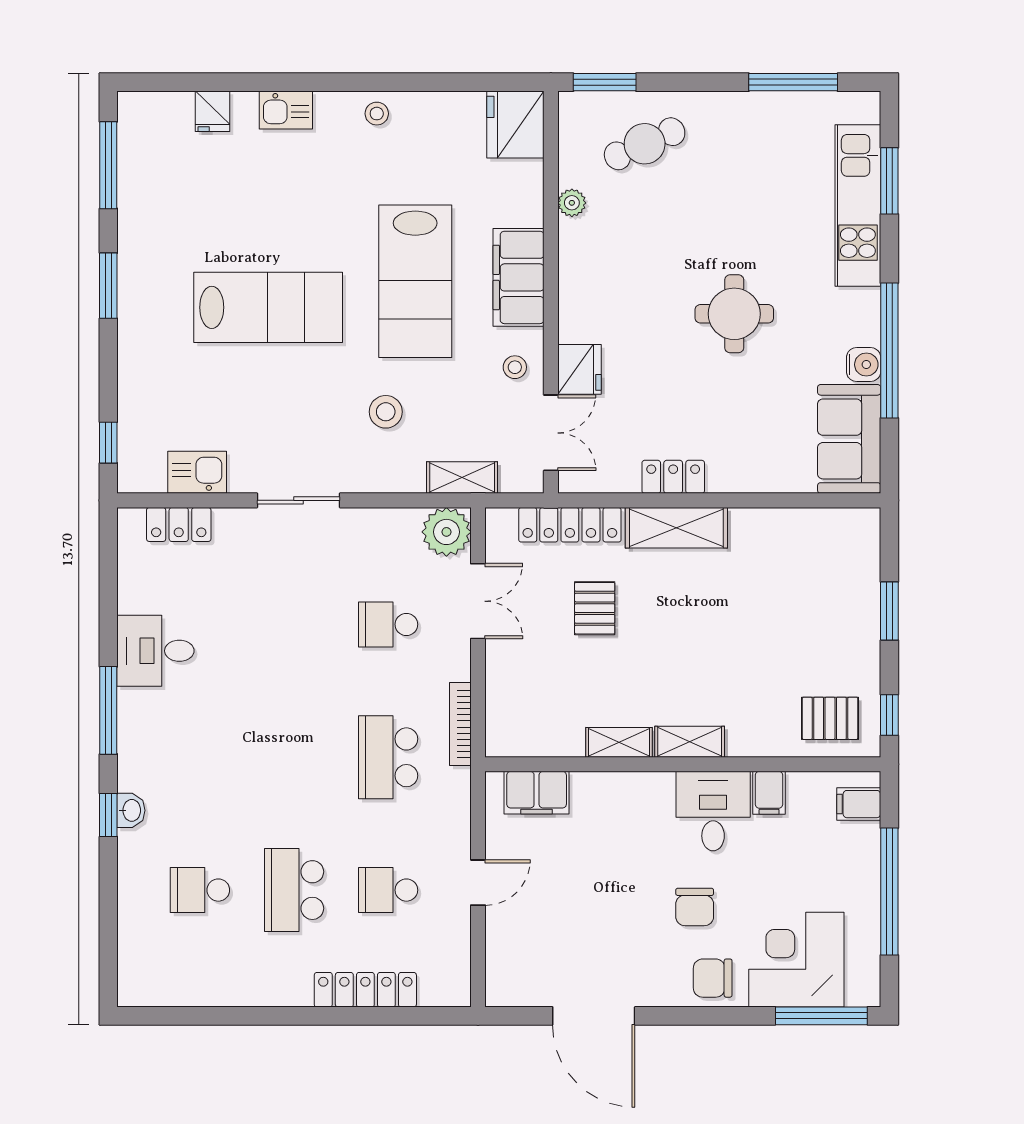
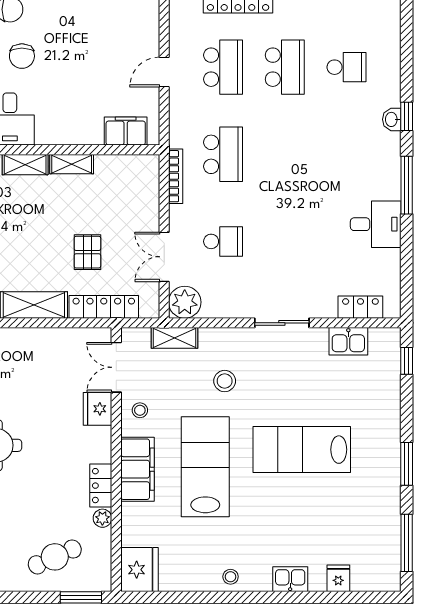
locker: (673, 477) -> (101, 486), moved, turned 90
school desk: (388, 890) -> (223, 67), width x1.85
chair: (695, 907) -> (22, 56), turned 180

